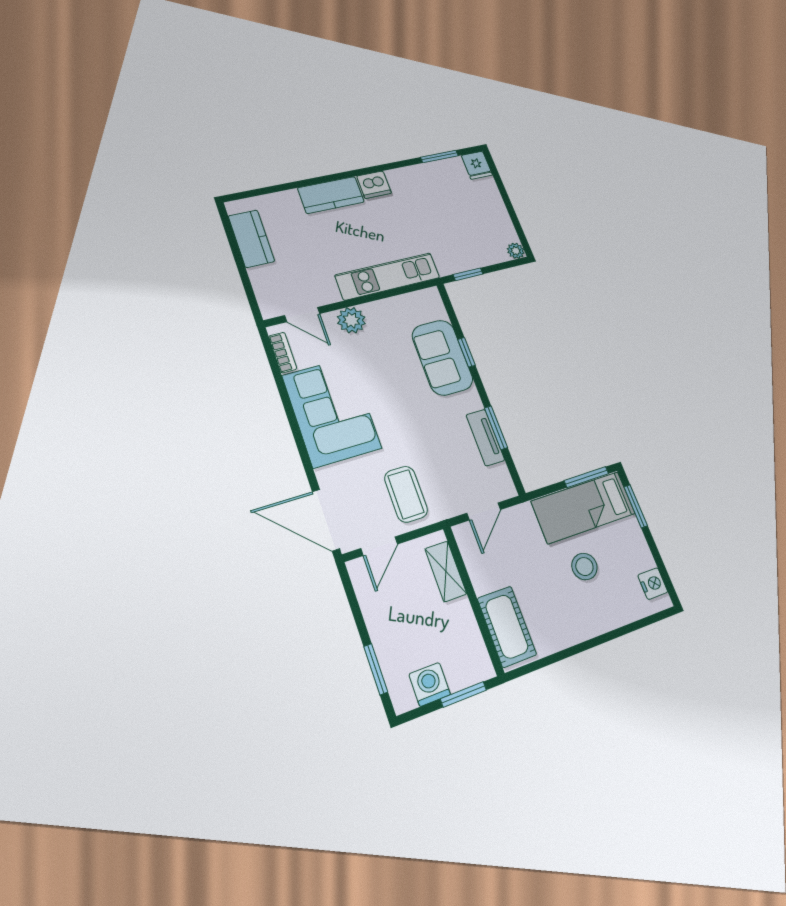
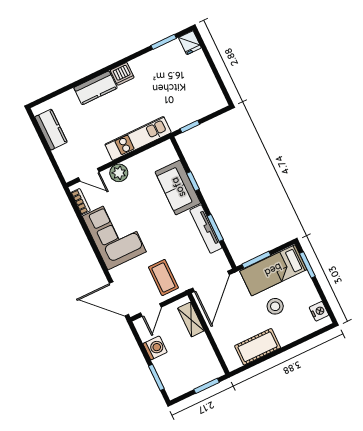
plant: (516, 251) -> (221, 103), removed
tv unit: (485, 438) -> (206, 229), width x1.41
window: (586, 477) -> (256, 260), moved
door: (484, 511) -> (211, 281), width x1.87
cot: (507, 626) -> (258, 347), moved, turned 90
washing machine: (430, 684) -> (155, 348), moved, turned 90

